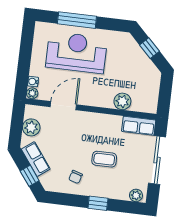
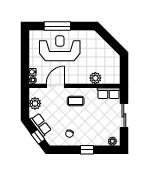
window: (150, 48) -> (109, 39), removed
coffee table: (104, 159) -> (76, 101), moved
sliding door: (157, 160) -> (124, 115), width x0.73

